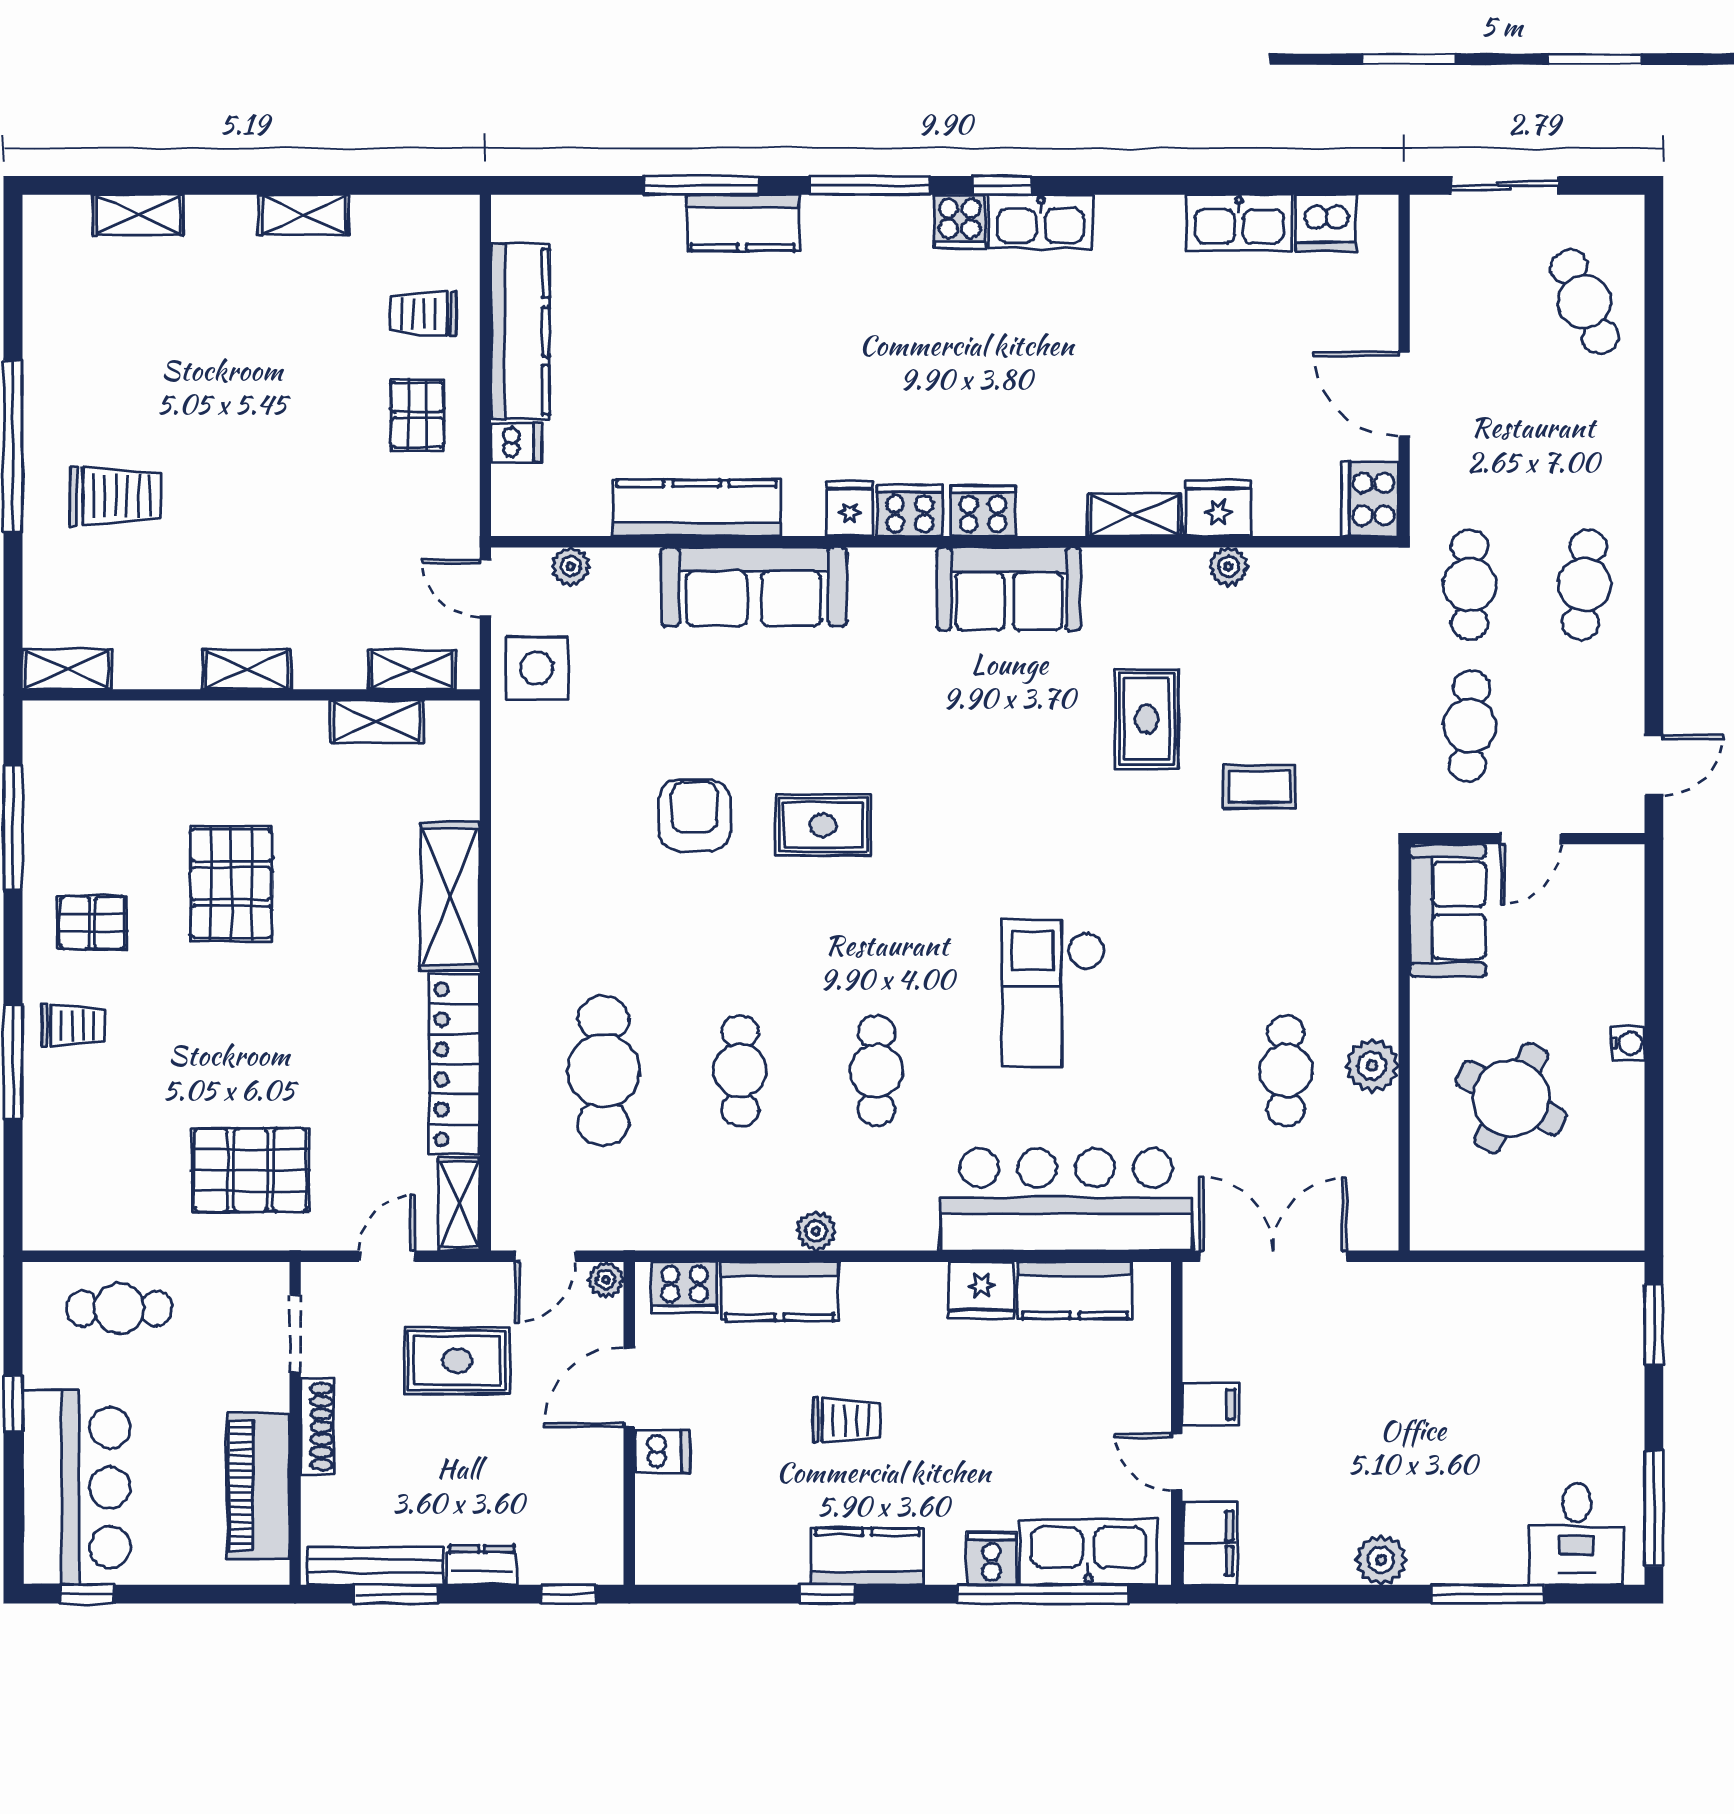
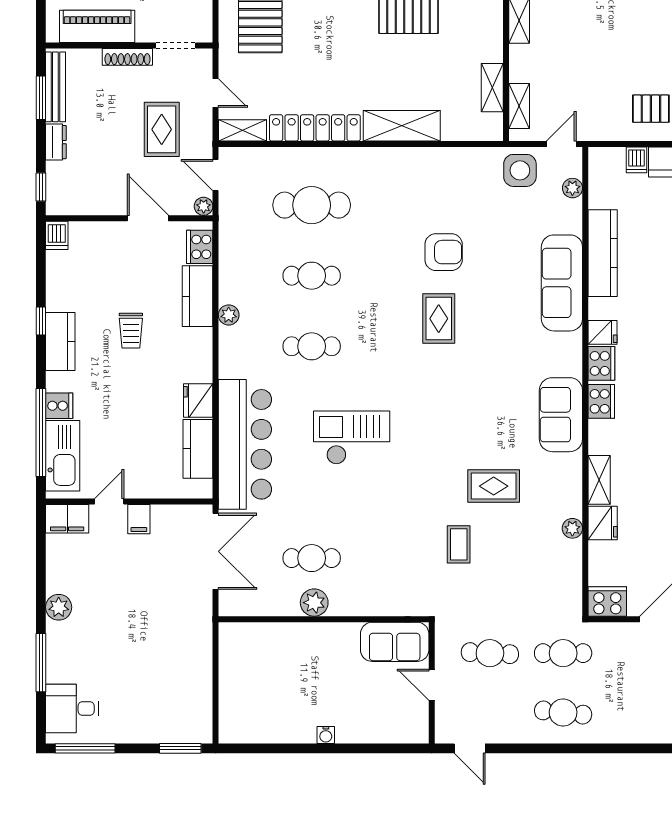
round table: (1511, 1098) -> (297, 674), removed
dishwasher: (662, 1451) -> (57, 235), moved

